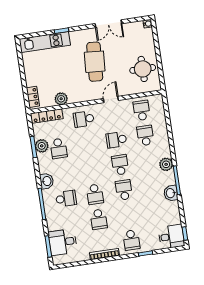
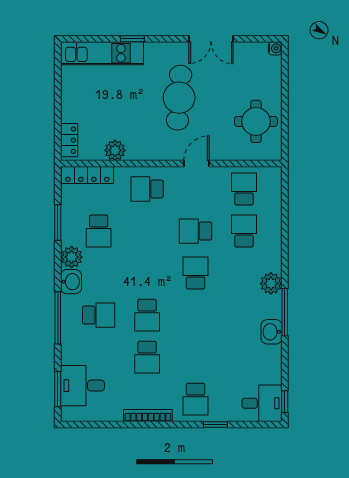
plant: (42, 146) -> (72, 257), moved
school desk: (124, 190) -> (196, 315), removed

